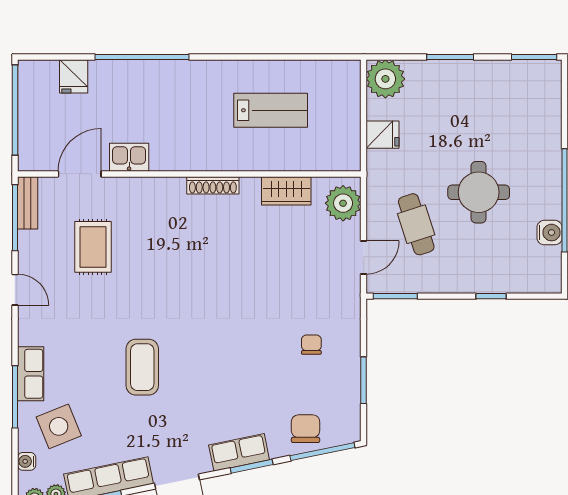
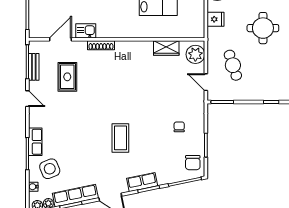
shoe rack: (213, 185) -> (101, 45), moved
round table: (479, 192) -> (263, 28), moved
bench: (28, 203) -> (34, 67), moved
door: (364, 258) -> (206, 82), swing flipped
coffee table: (142, 367) -> (120, 138), moved
chair: (306, 429) -> (193, 163), moved, turned 180

